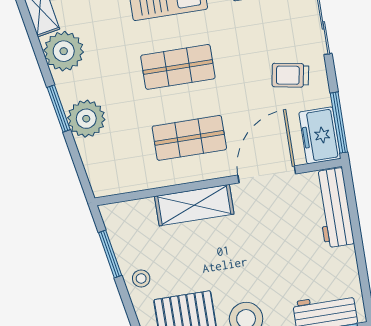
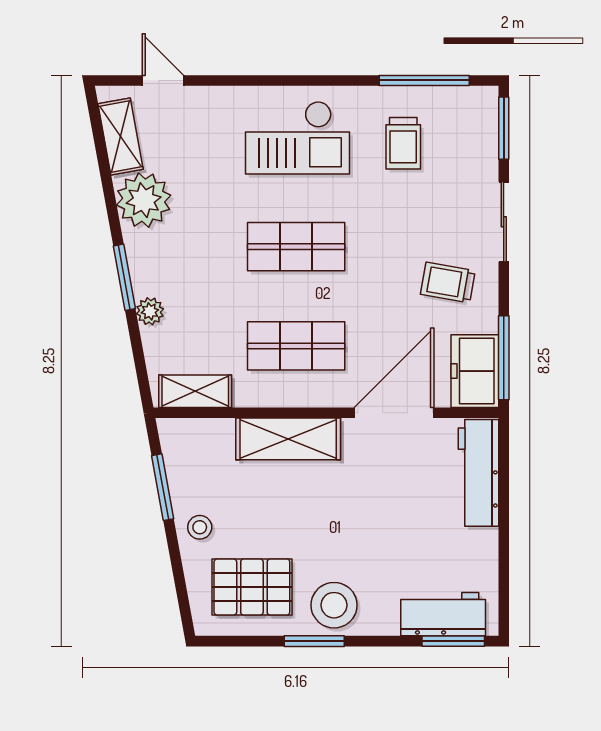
plant: (86, 119) -> (150, 311), width x0.53, depth x0.53
shelving: (122, 182) -> (195, 391), added

